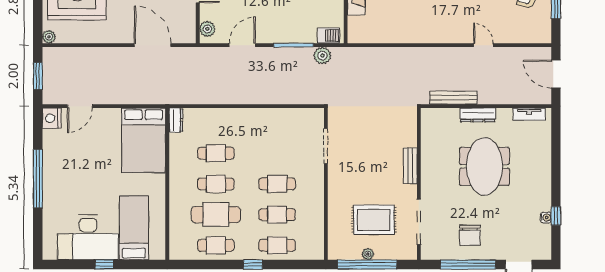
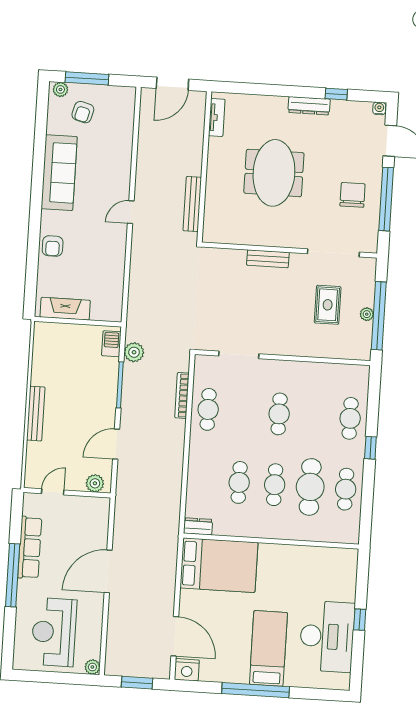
door: (153, 45) -> (108, 571), moved
door: (242, 45) -> (116, 444), hinge flipped
door: (483, 45) -> (131, 212), moved
bookcase: (288, 99) -> (182, 395), added
door: (80, 106) -> (175, 636), width x1.36
dresser: (478, 115) -> (309, 106), moved, turned 90
meeting table: (484, 166) -> (274, 173), turned 90
cafe table: (277, 215) -> (208, 409), moved
water cooler: (546, 218) -> (379, 108), moved
rug: (374, 220) -> (328, 305), width x0.73, depth x0.70
bed: (134, 228) -> (268, 648), moved, turned 90
chair: (470, 235) -> (352, 195), turned -90

